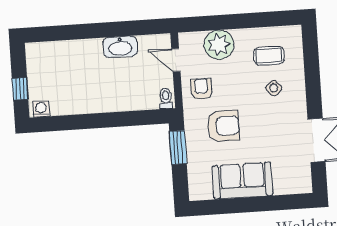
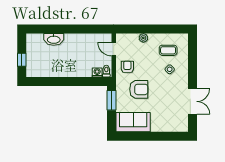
plant: (219, 45) -> (143, 38), width x0.53, depth x0.53
washbasin: (120, 47) -> (54, 39), moved
washing machine: (41, 109) -> (97, 72), moved
sofa: (242, 181) -> (133, 122), moved

